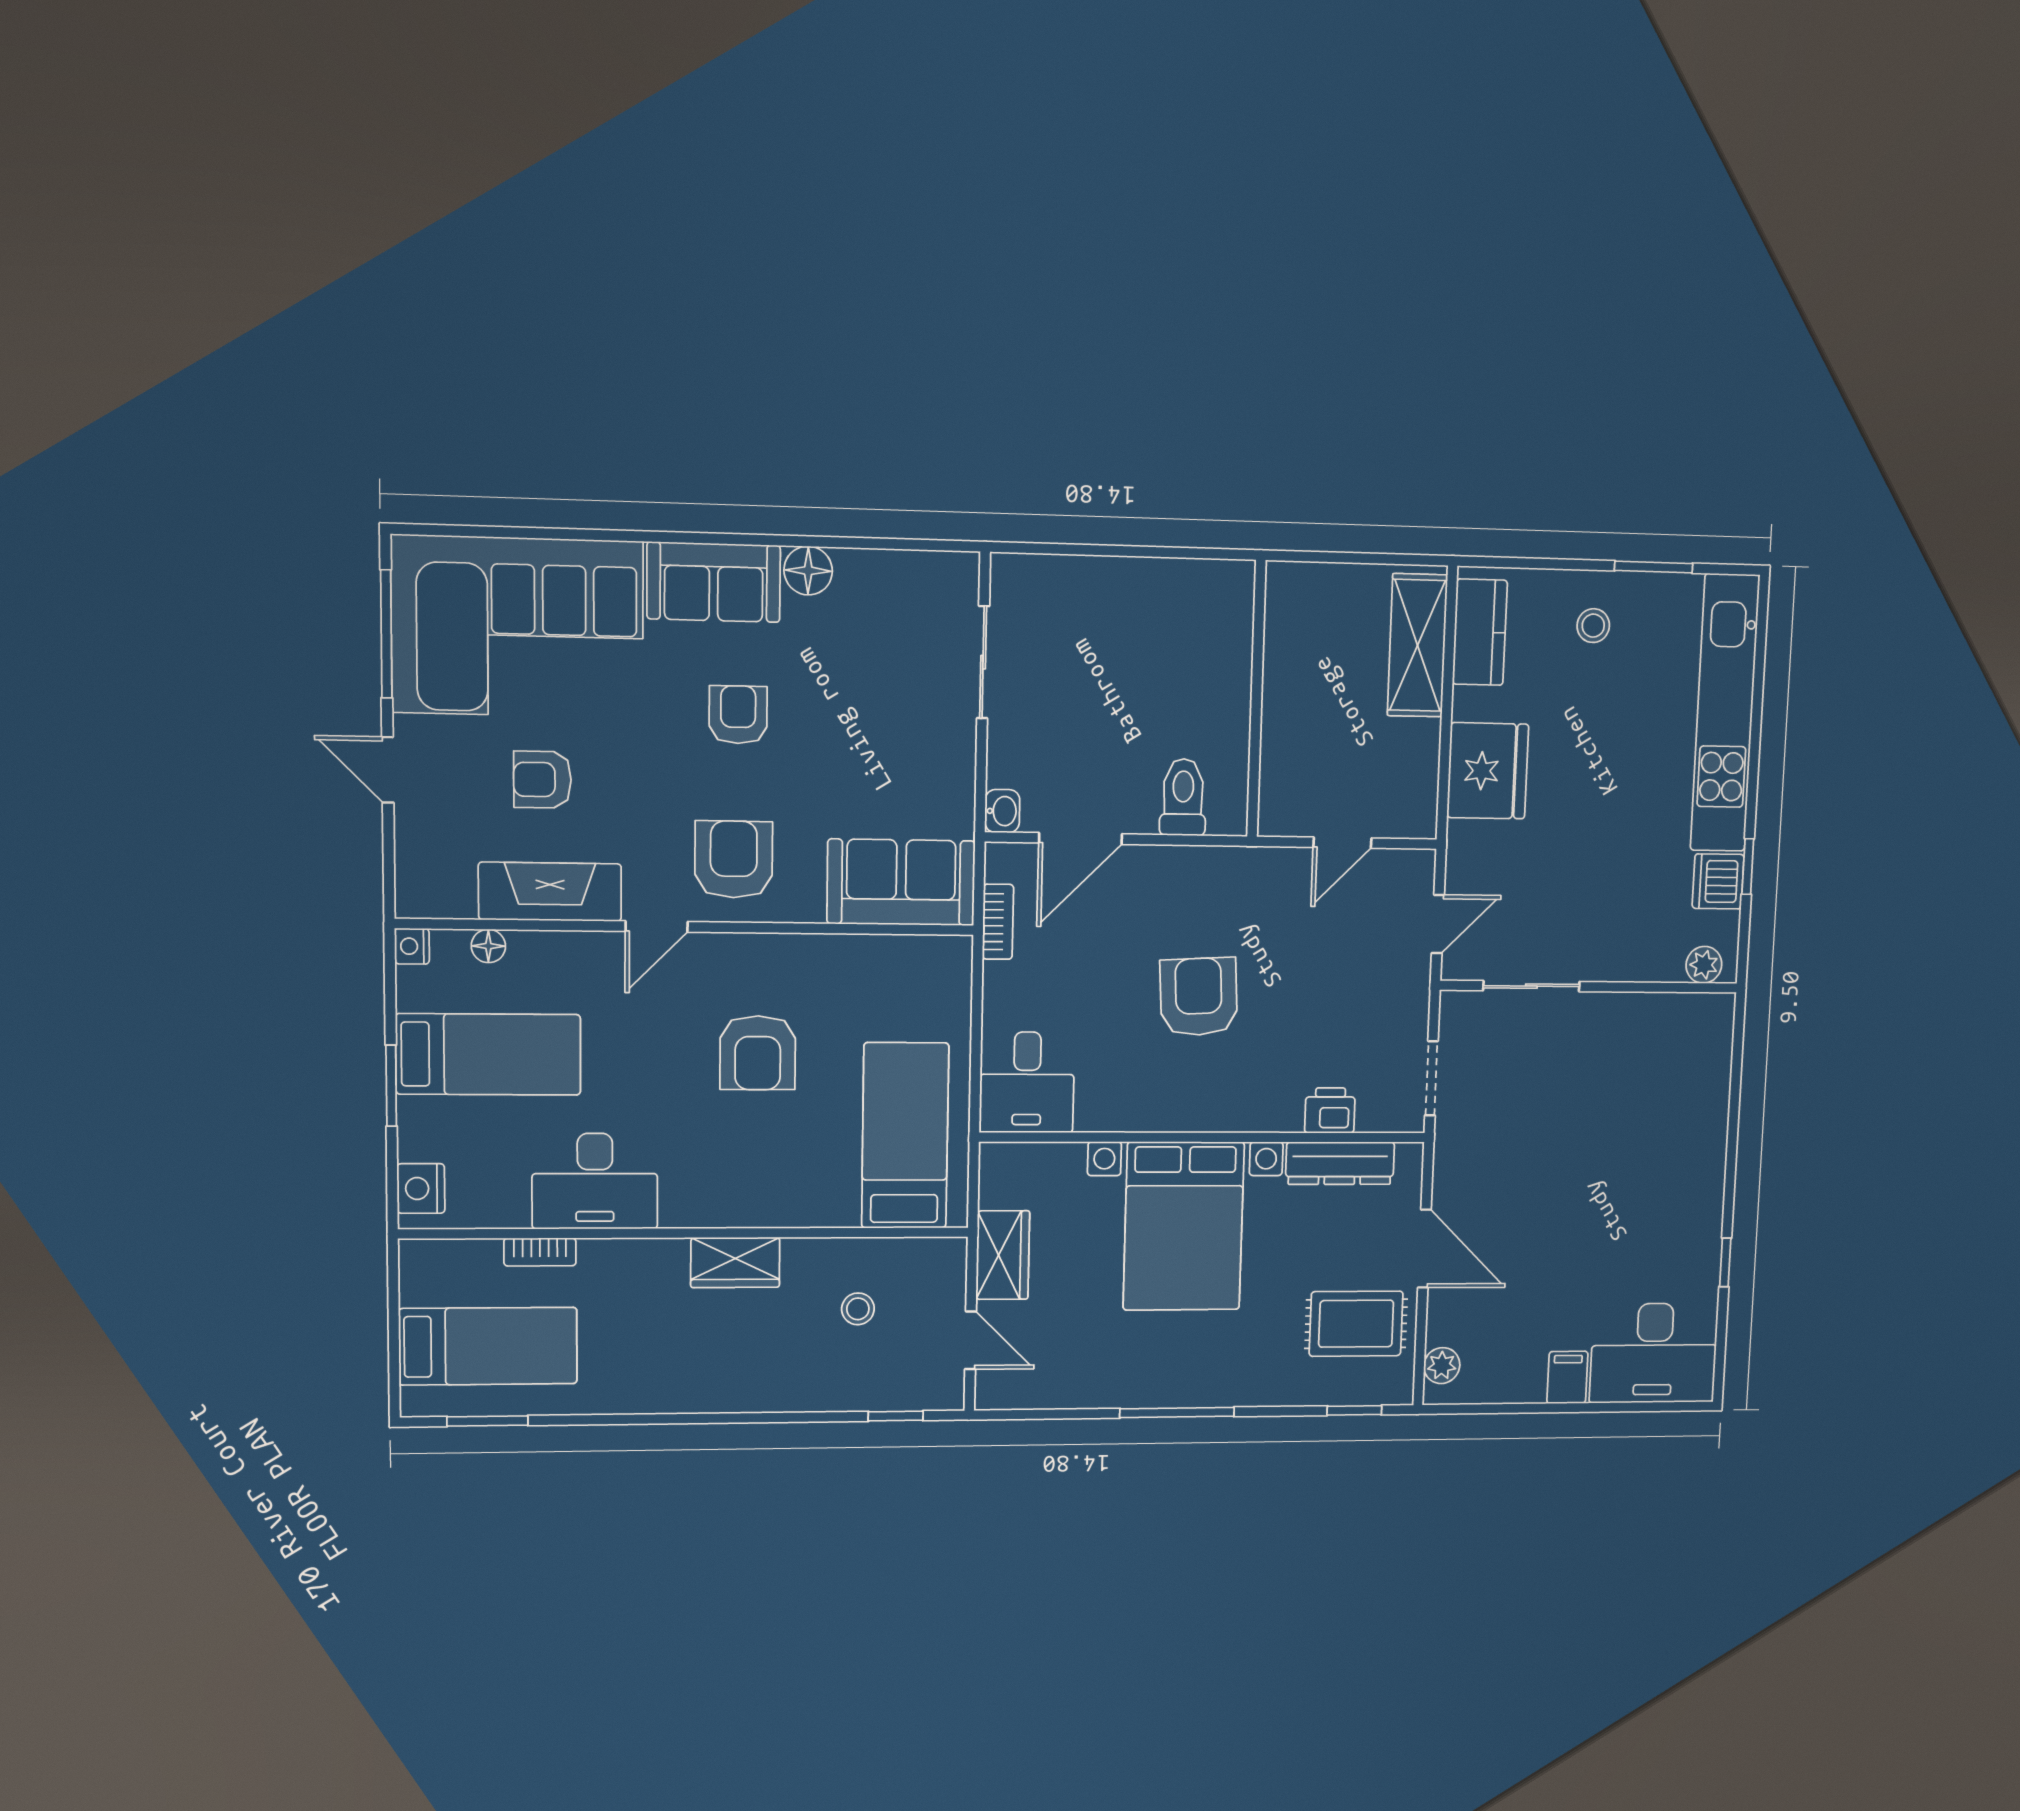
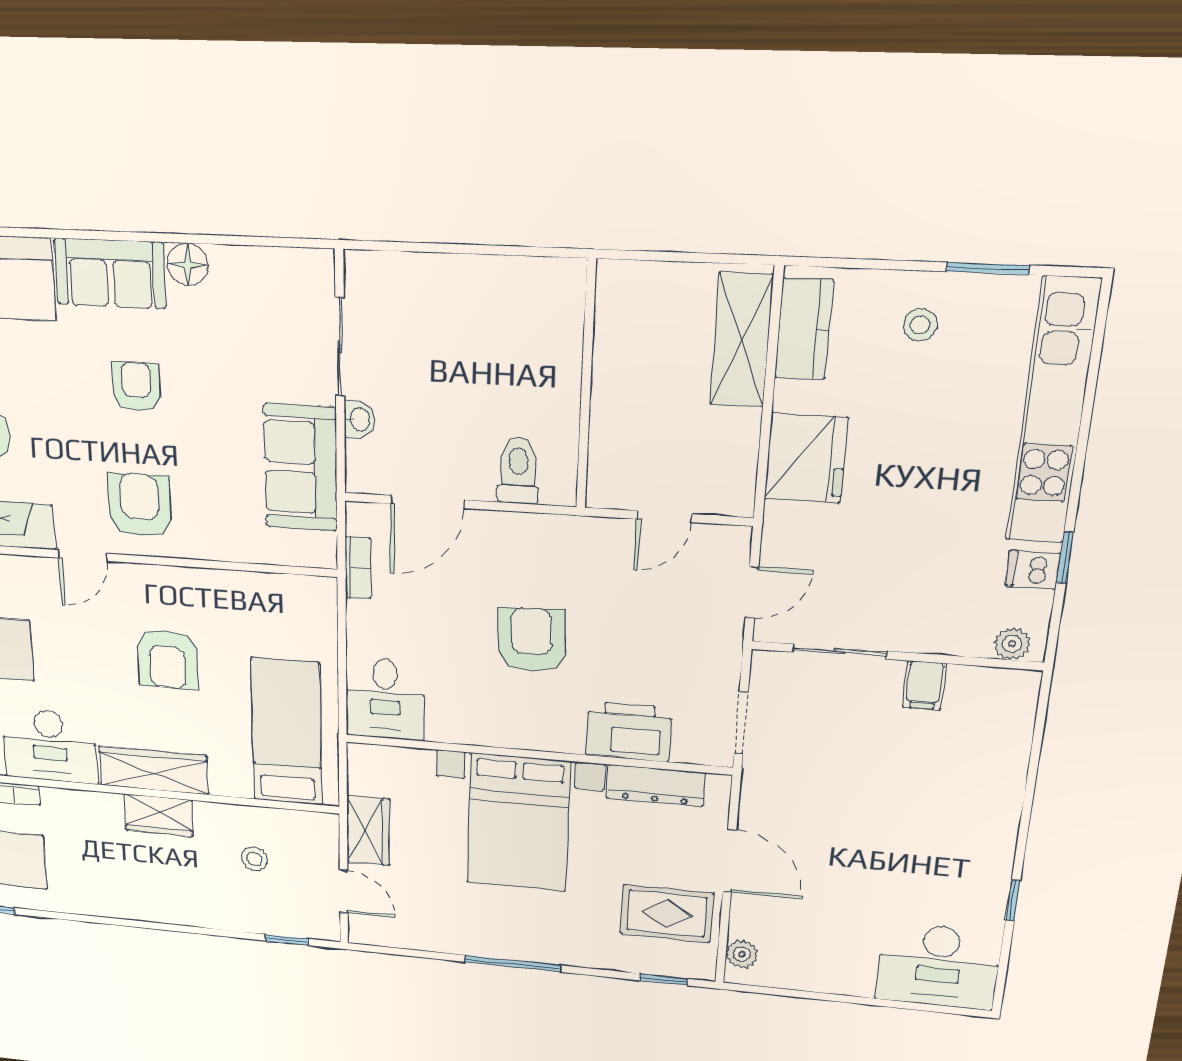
washbasin: (1002, 811) -> (359, 419), moved
dishwasher: (1718, 881) -> (1033, 570), width x0.73
sofa: (901, 882) -> (301, 468), moved, turned -90
printer: (1330, 1110) -> (629, 732), width x1.87, depth x1.48
wardrobe: (732, 1202) -> (154, 770), added
filing cabinet: (1567, 1377) -> (924, 685), moved, turned 180

